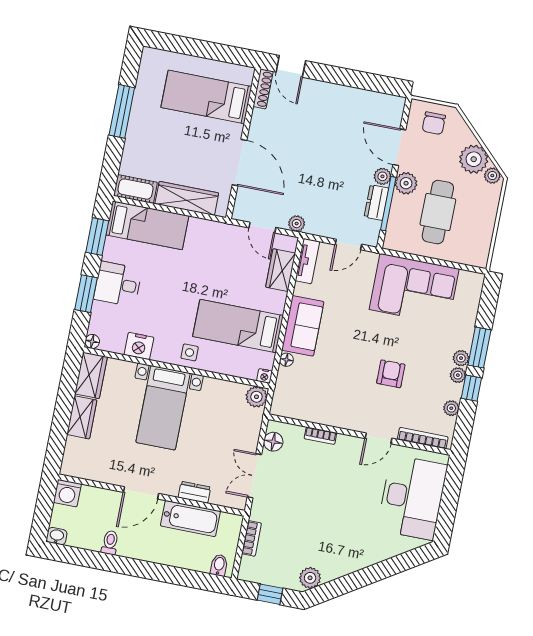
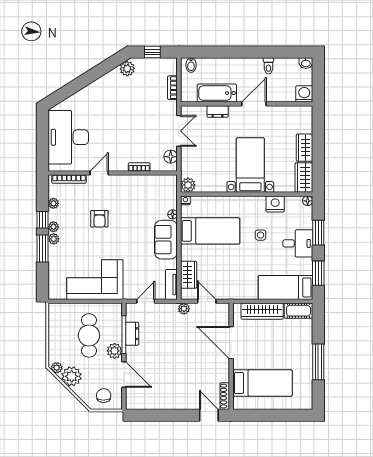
plant: (382, 176) -> (132, 352), removed
side table: (190, 352) -> (261, 235), moved

